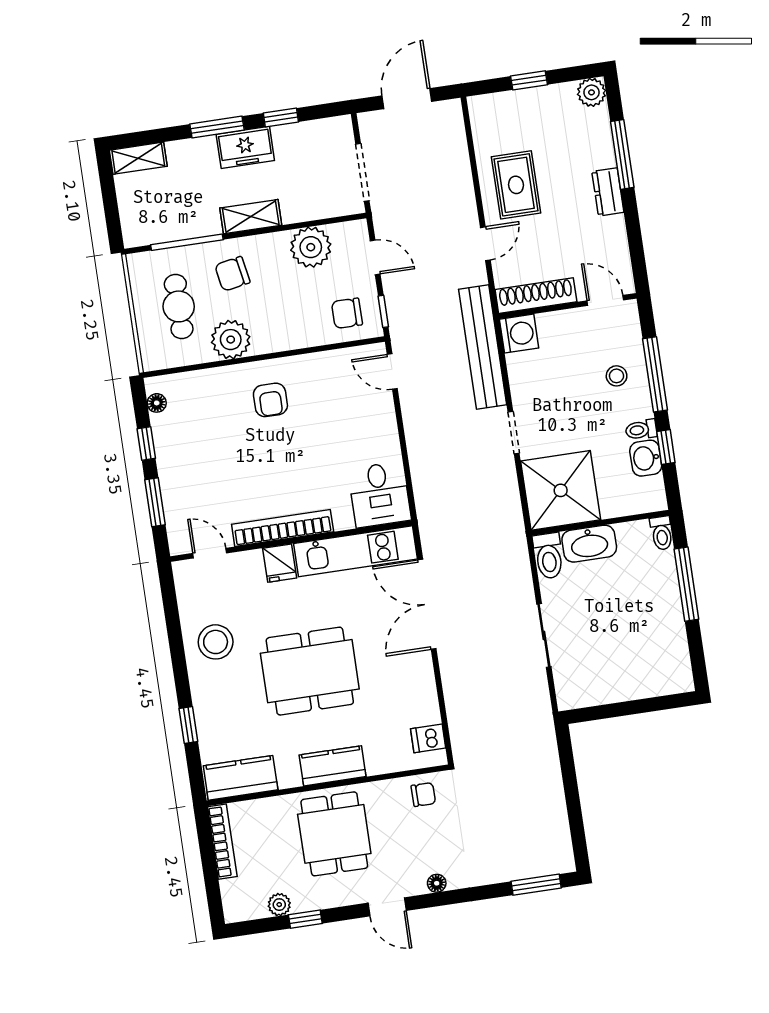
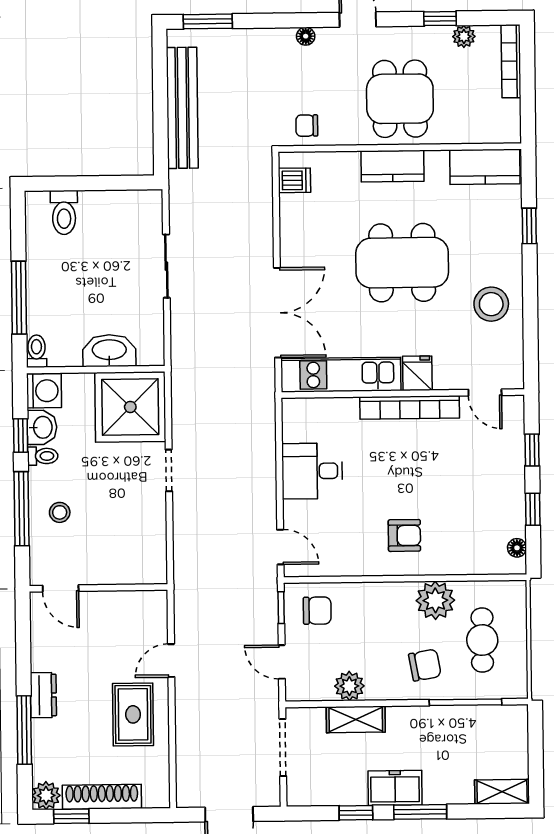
window: (529, 80) -> (71, 816), moved
shelving: (251, 217) -> (356, 719), moved
plant: (311, 247) -> (349, 686), width x0.73, depth x0.73
shoe rack: (536, 296) -> (102, 797), moved, turned 180
washing machine: (519, 334) -> (44, 391), moved, turned 180
bench: (483, 347) -> (182, 108), moved
armchair: (270, 400) -> (404, 535), turned 90
desk: (380, 494) -> (312, 471), moved, turned -90
window: (155, 502) -> (532, 450), width x0.67
toilet: (548, 556) -> (64, 212), moved, turned 180
bookcase: (222, 842) -> (511, 61), moved

